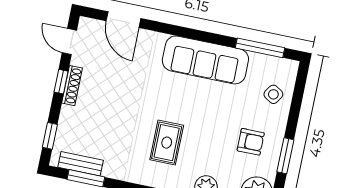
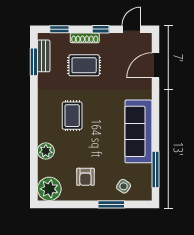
shoe rack: (72, 86) -> (85, 38), moved
rug: (104, 113) -> (84, 65), added
rug: (167, 143) -> (72, 116), turned 90
window: (285, 156) -> (111, 204), moved

